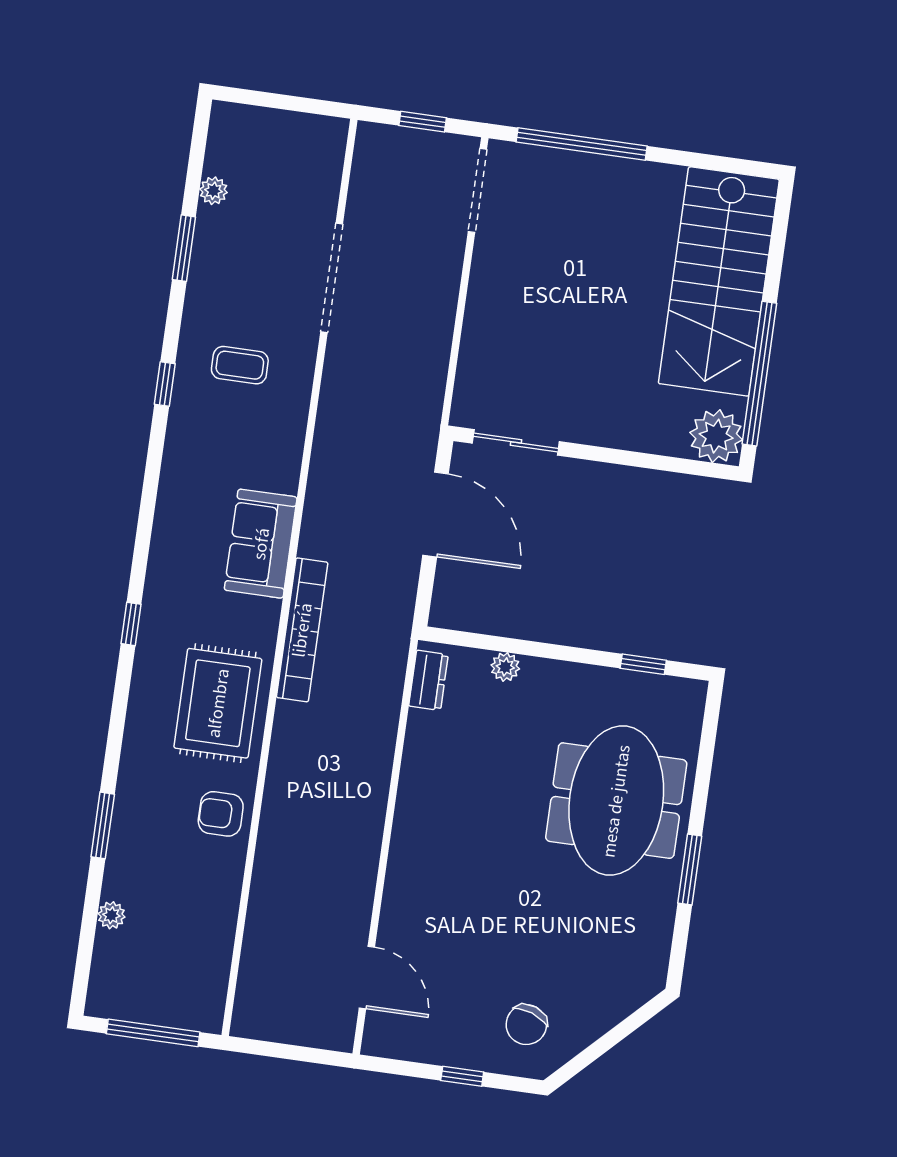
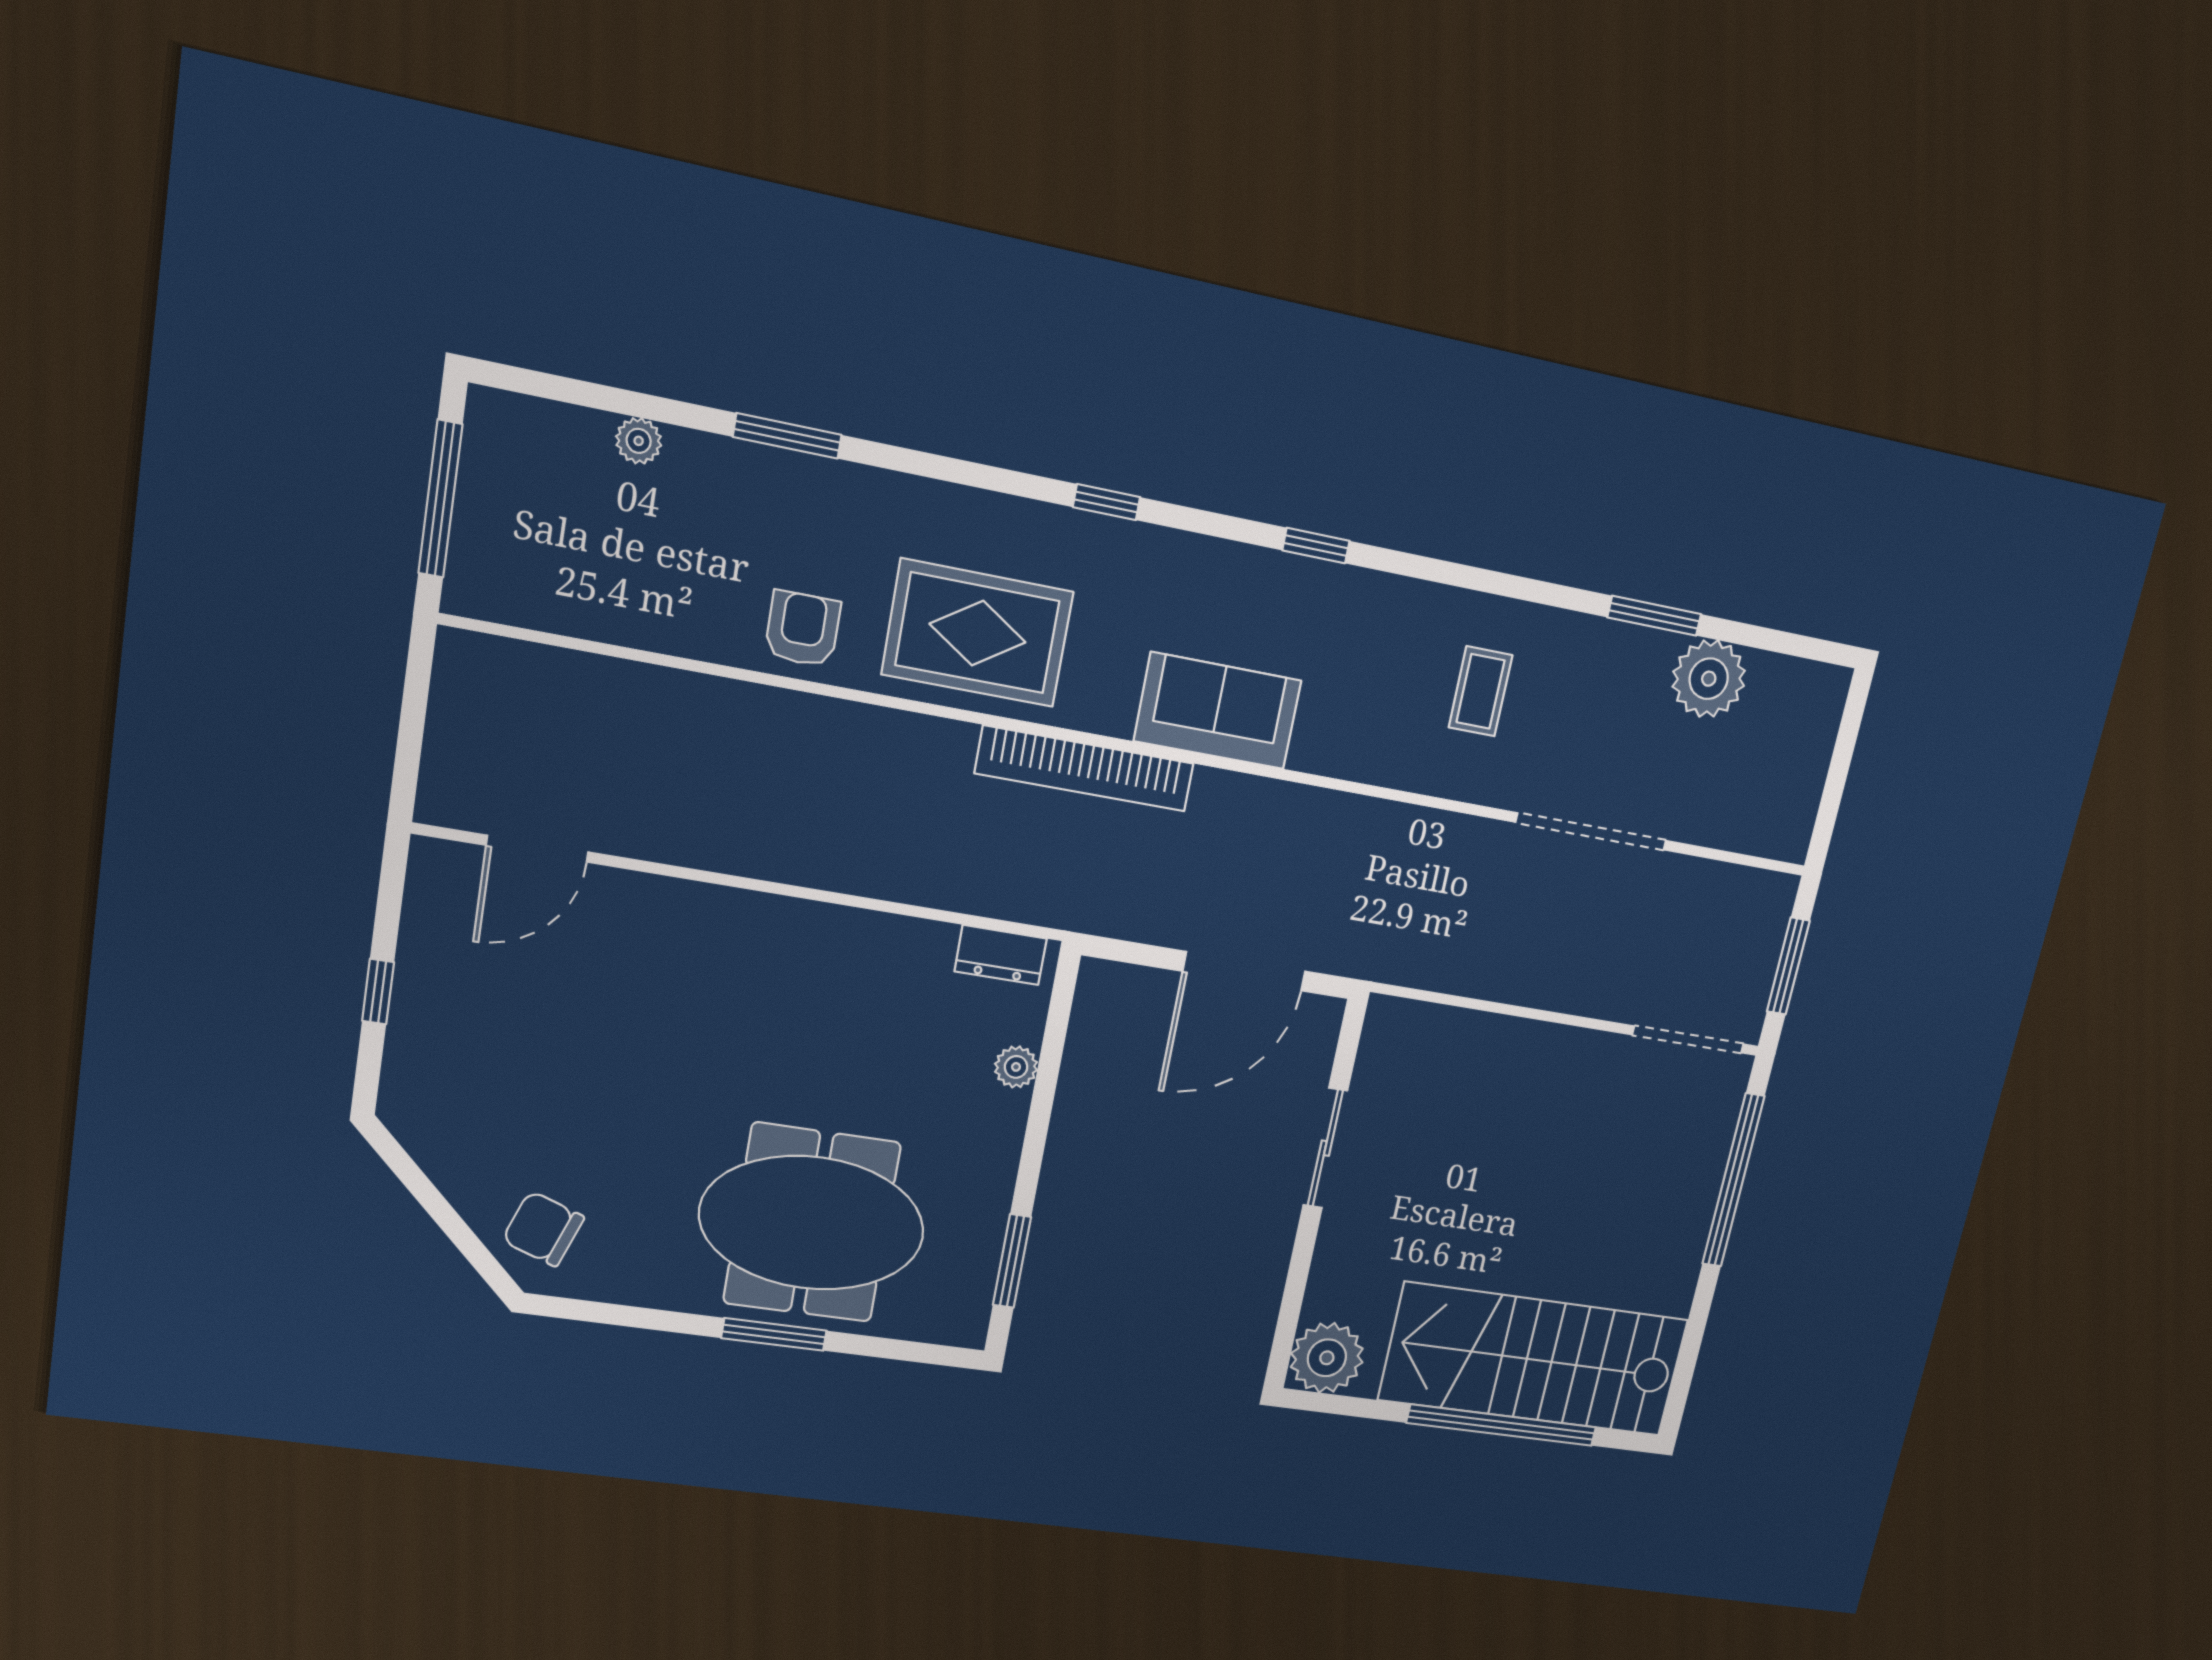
window: (423, 122) -> (1788, 966), width x1.50
plant: (214, 191) -> (1709, 679), width x1.88, depth x1.88
window: (759, 374) -> (1502, 1425), moved
window: (165, 384) -> (1316, 546), moved
sliding door: (516, 442) -> (1325, 1148), moved
window: (643, 664) -> (1012, 1261), width x1.50
window: (690, 870) -> (774, 1334), moved
chair: (526, 1025) -> (543, 1229), moved

